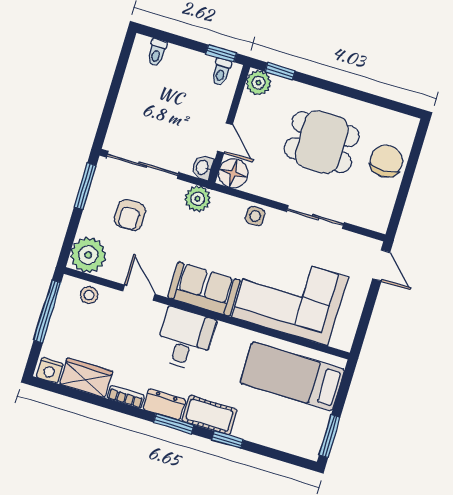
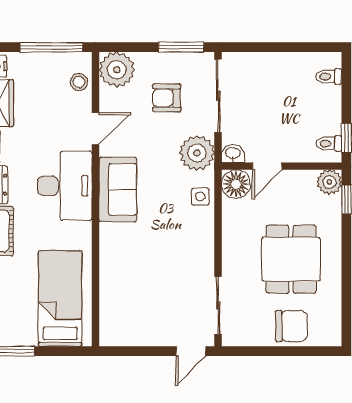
plant: (198, 199) -> (197, 153), width x1.36, depth x1.36
side table: (255, 216) -> (200, 197), moved
sliding door: (315, 217) -> (218, 306), moved
corner sofa: (290, 297) -> (135, 274), removed
desk: (185, 339) -> (65, 186), width x1.37

